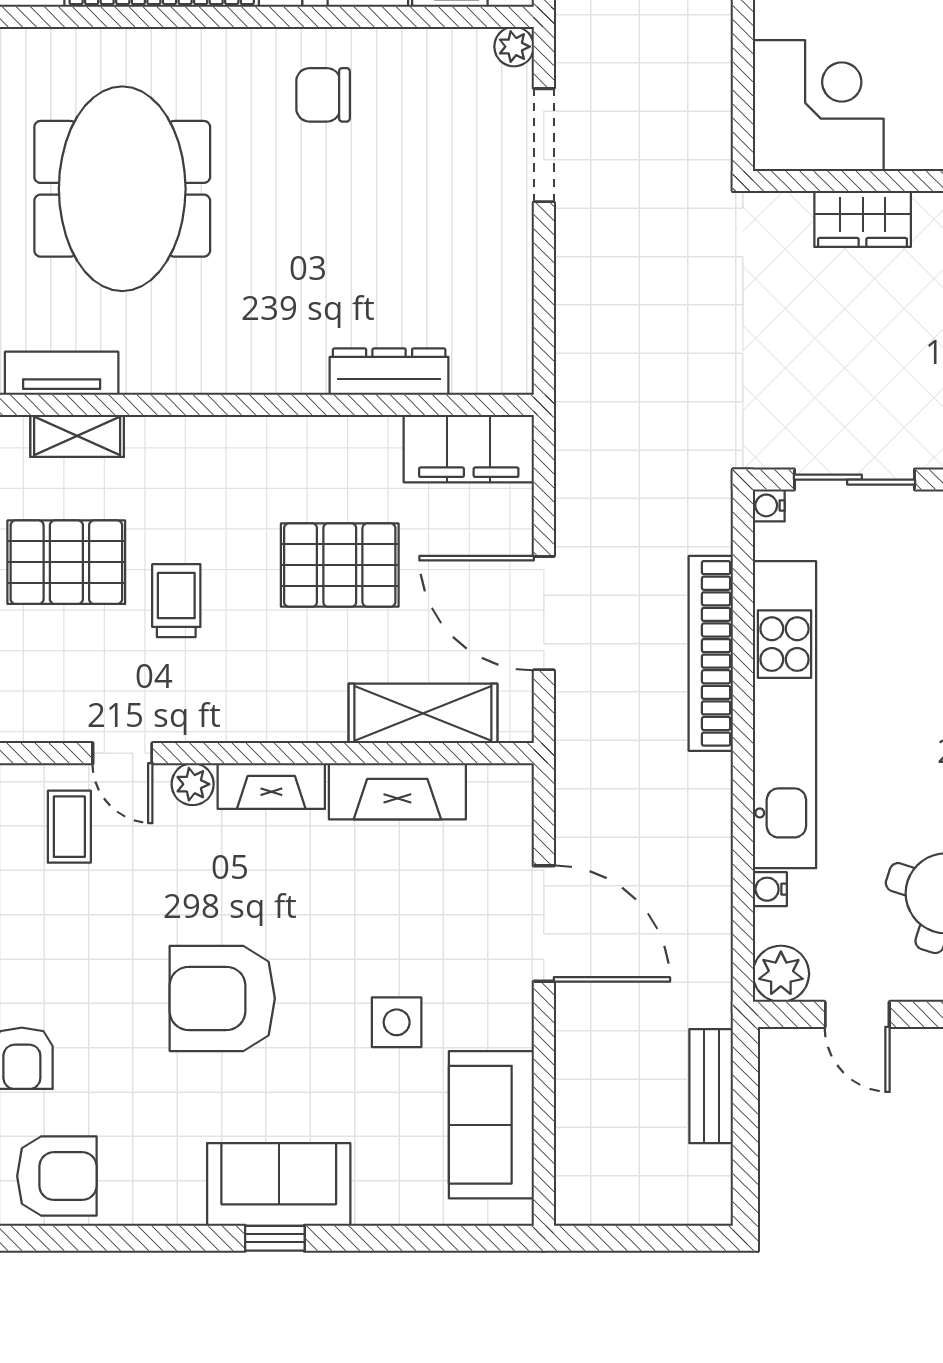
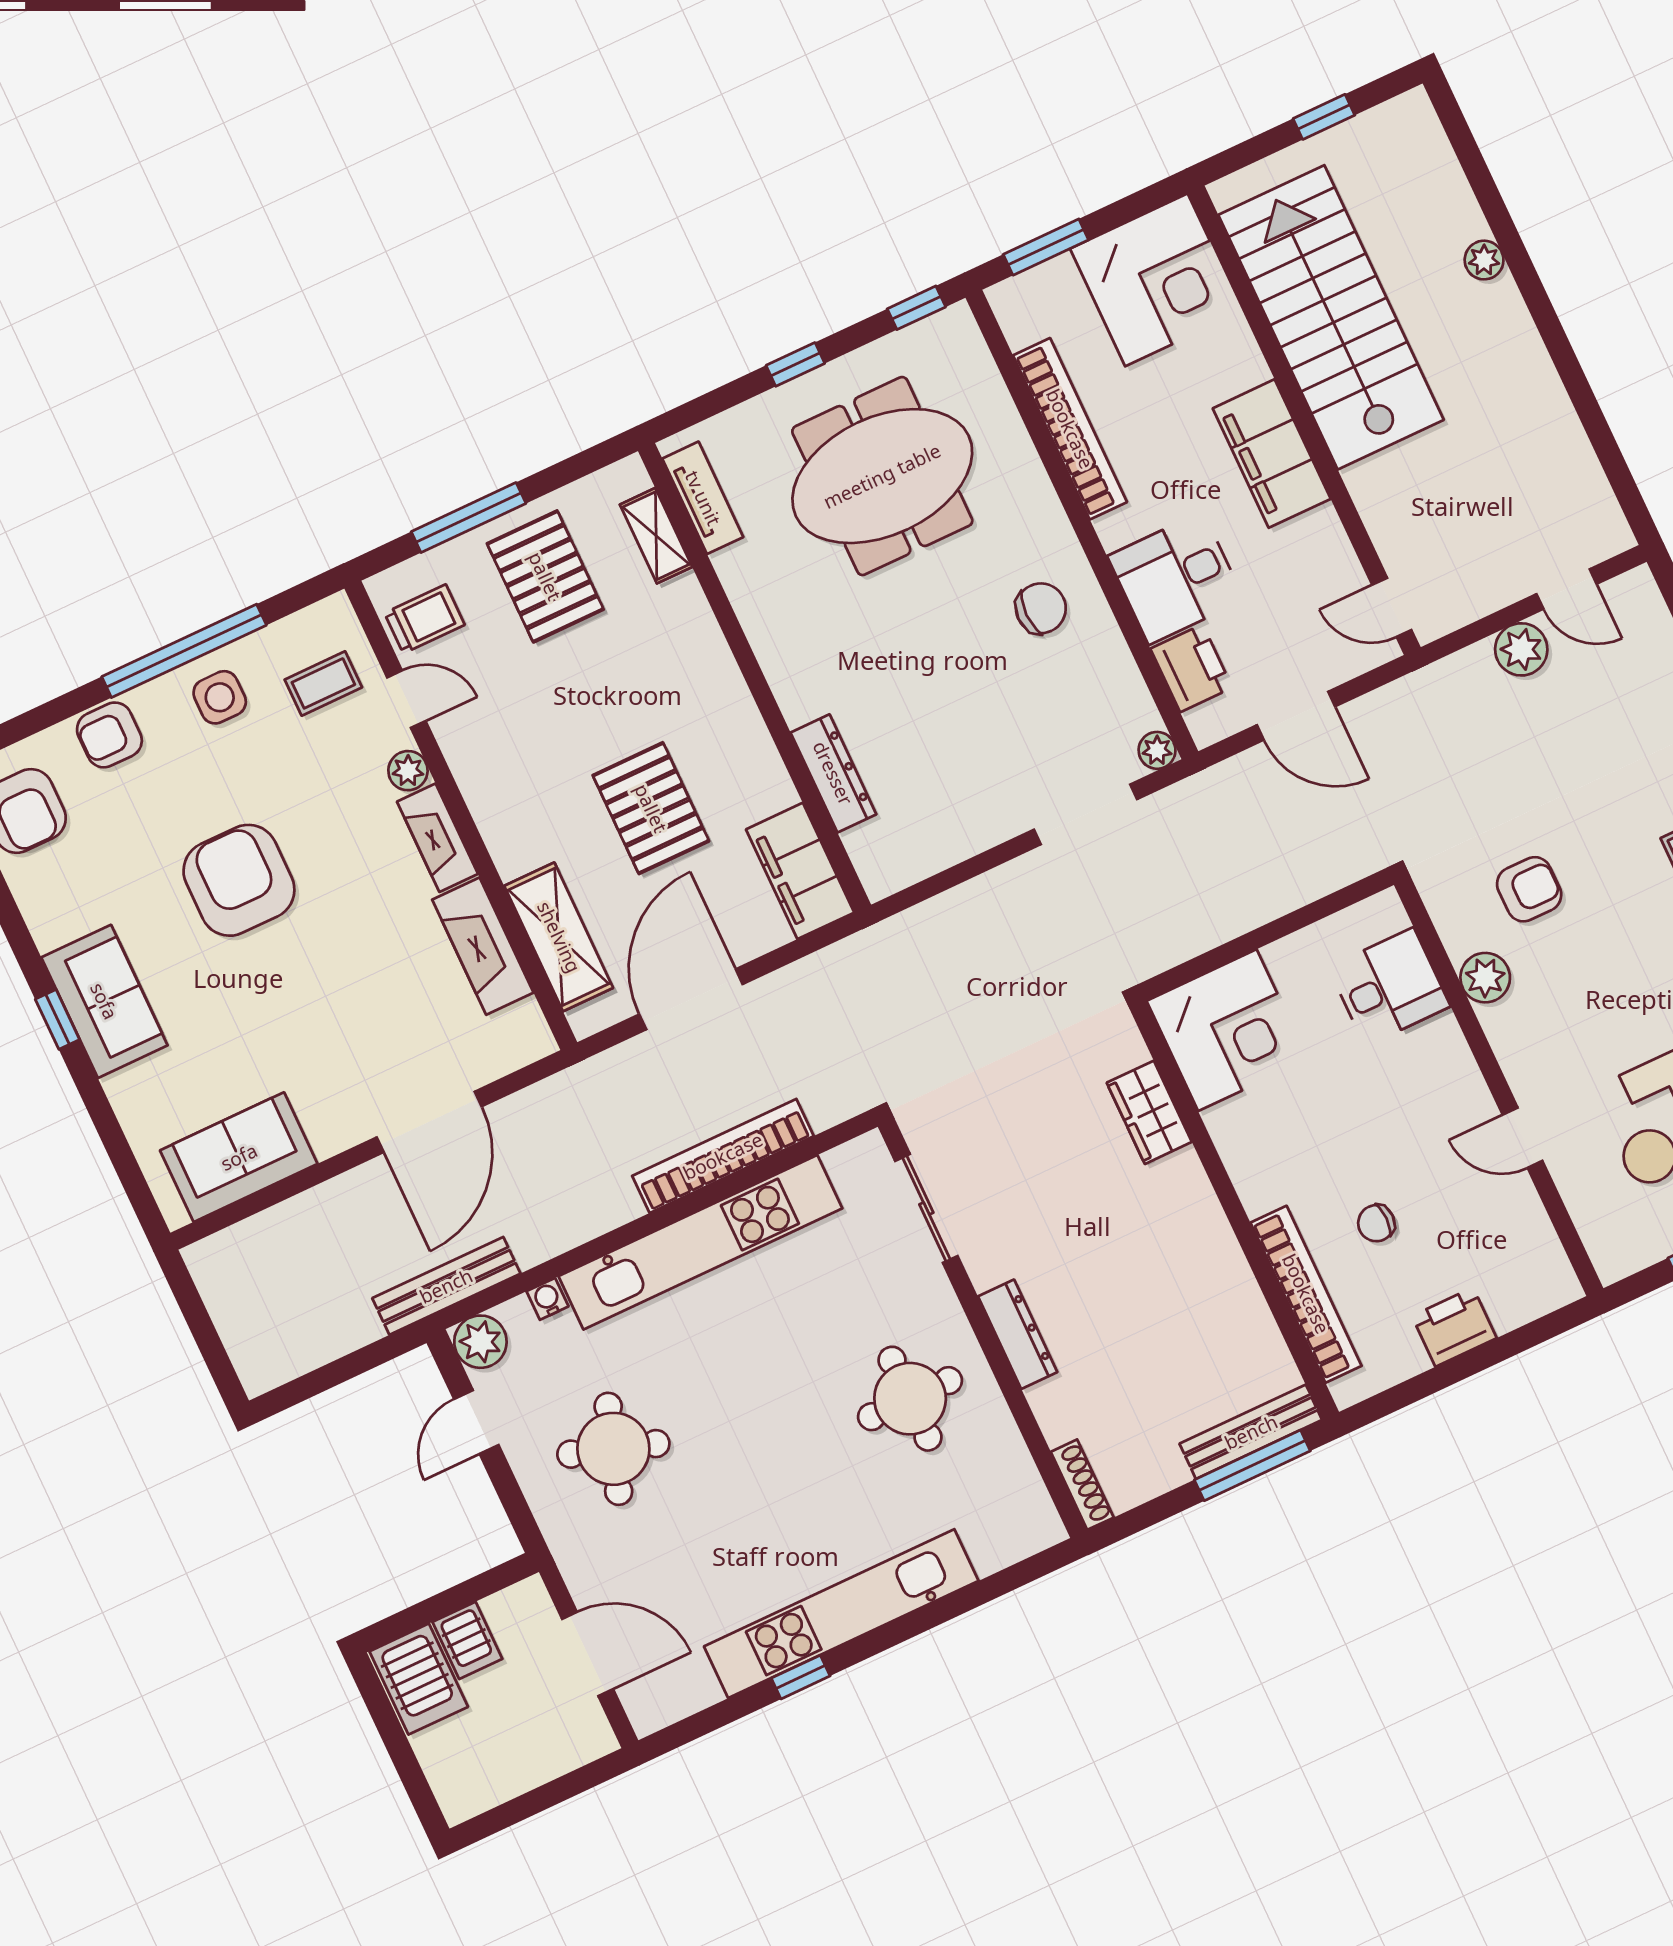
chair: (323, 95) -> (1041, 608), turned 90
water cooler: (769, 505) -> (871, 1146), removed
trolley: (176, 601) -> (425, 619), moved
door: (122, 753) -> (406, 699), swing flipped
side table: (397, 1022) -> (220, 697), moved
bench: (711, 1086) -> (446, 1286), moved, width x1.36

